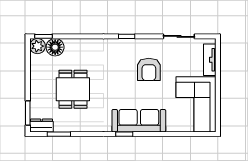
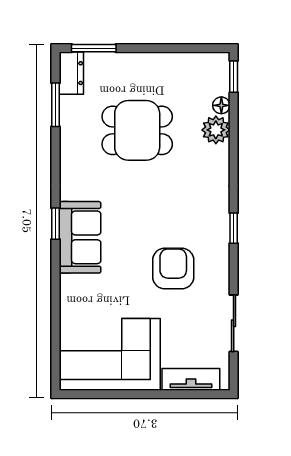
plant: (37, 46) -> (216, 130), moved
floor lamp: (55, 47) -> (221, 105), width x0.53, depth x0.53
armchair: (149, 69) -> (173, 269), turned 90
sofa: (139, 121) -> (80, 237), width x0.73

